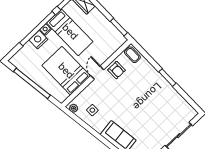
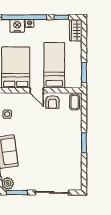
bed: (70, 32) -> (54, 65), moved, turned 180
door: (97, 73) -> (37, 90), swing flipped

